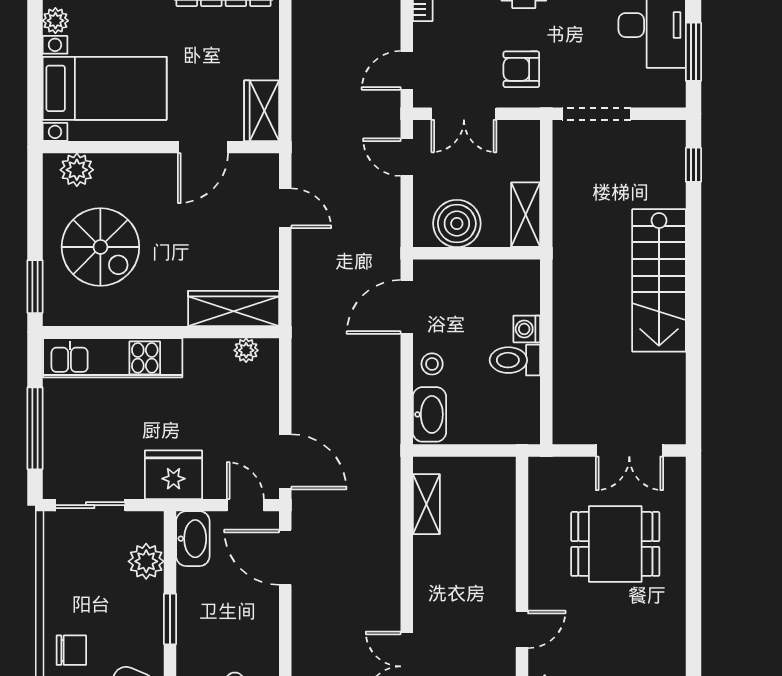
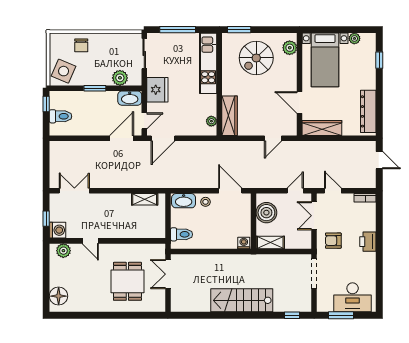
armchair: (521, 69) -> (333, 241), turned -90
wardrobe: (262, 111) -> (322, 128), width x1.50
washing machine: (527, 329) -> (244, 243), moved
toilet: (515, 360) -> (182, 234), moved, turned 90
double door: (629, 451) -> (168, 274), moved

